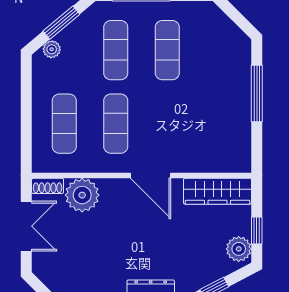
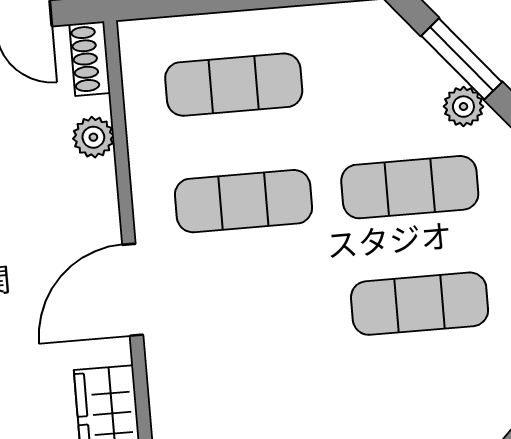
plant: (52, 49) -> (463, 107), moved
plant: (82, 195) -> (93, 137), width x0.53, depth x0.53

